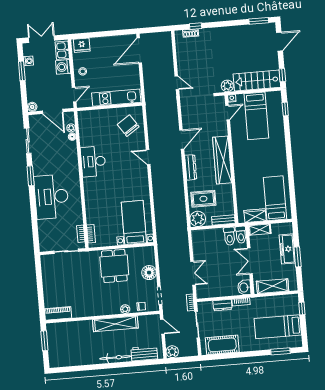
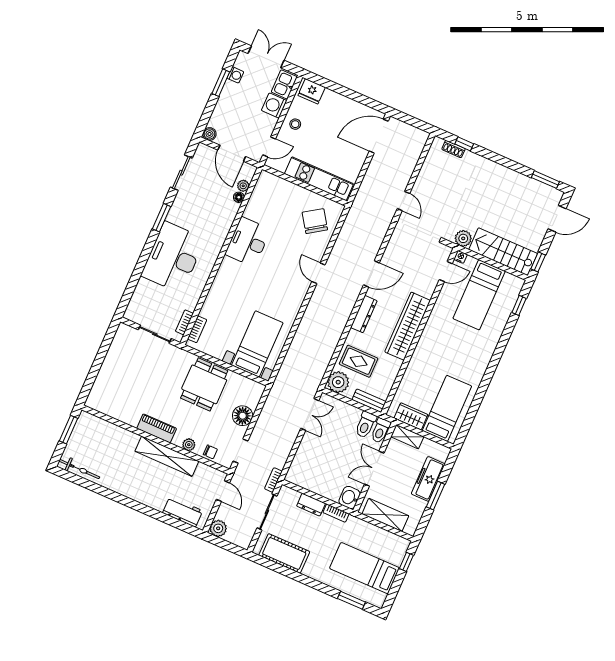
double door: (193, 273) -> (310, 414), moved
piano: (58, 313) -> (157, 428), moved
bicycle: (115, 358) -> (79, 469), moved

